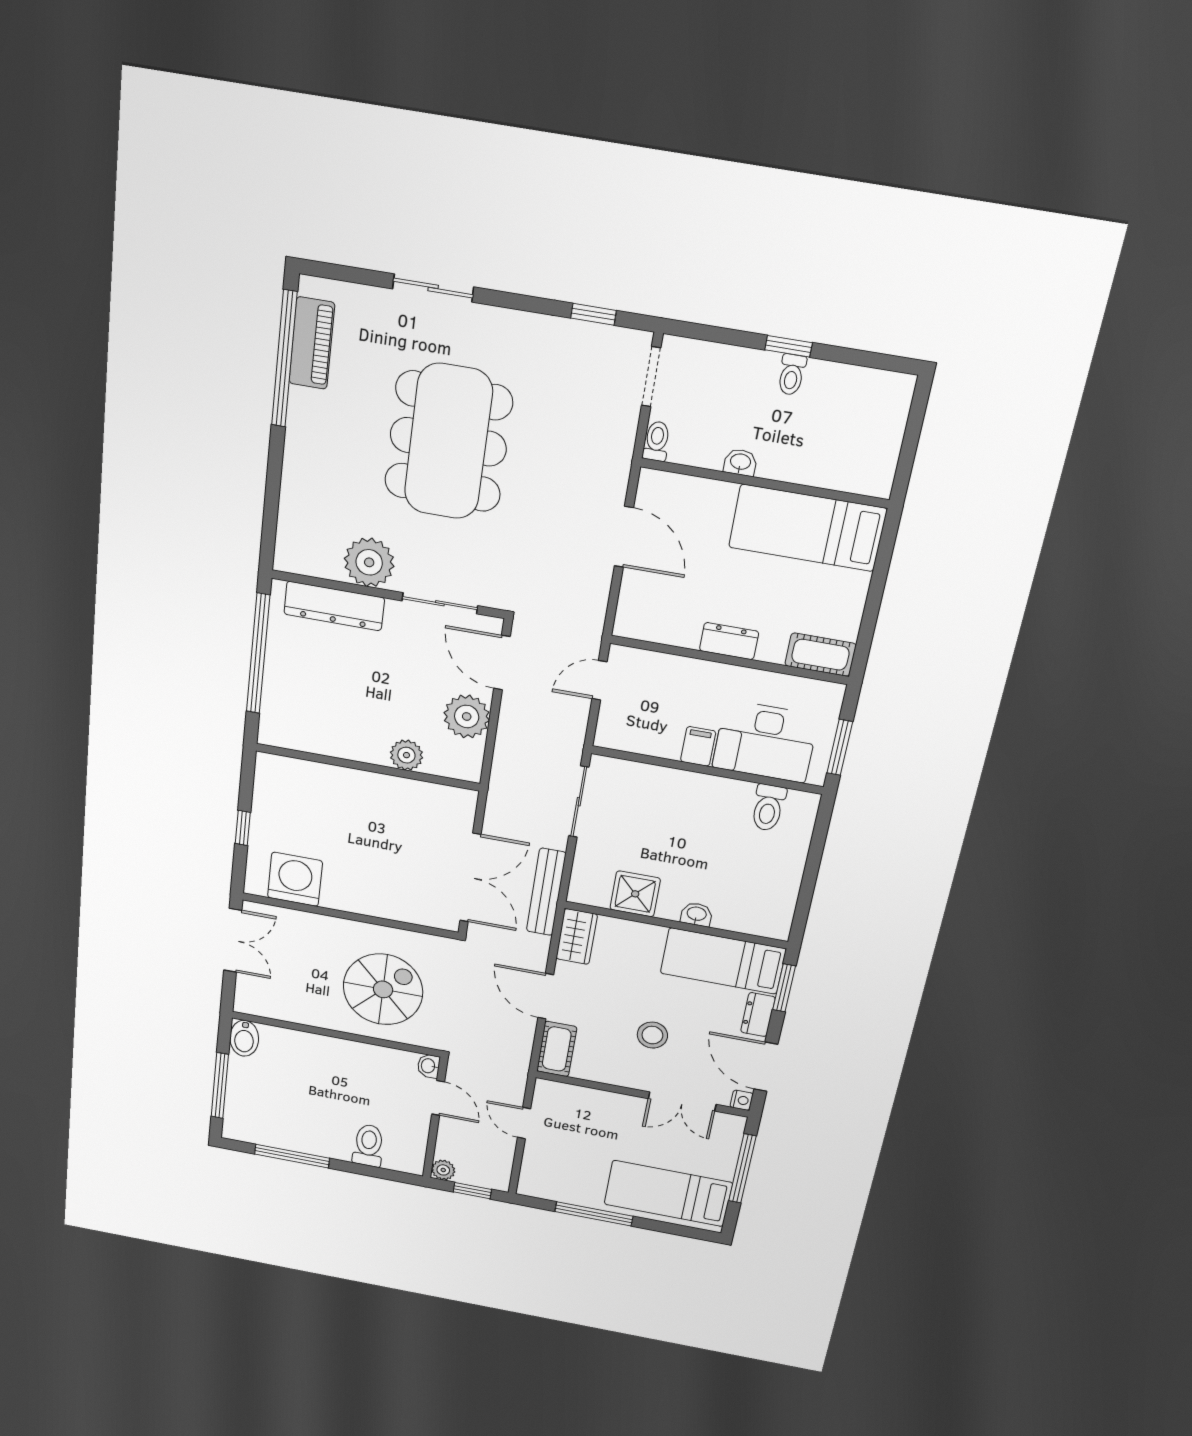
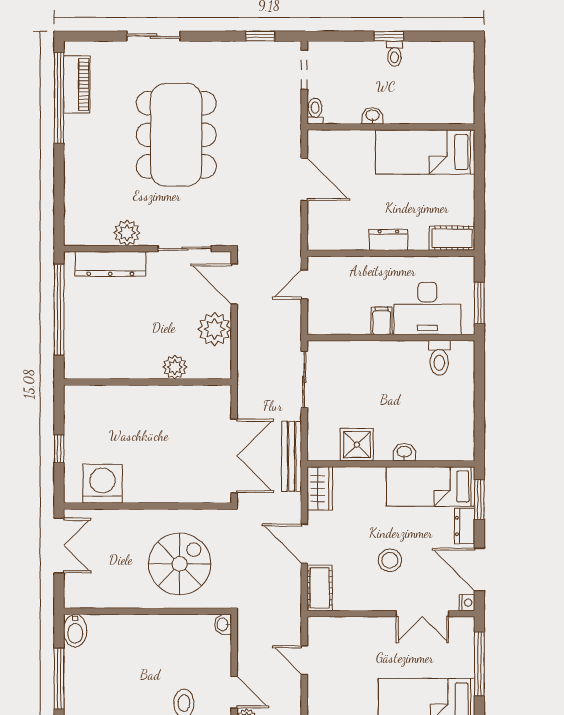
plant: (369, 562) -> (127, 233), width x0.73, depth x0.73
door: (438, 1098) -> (234, 692), moved

